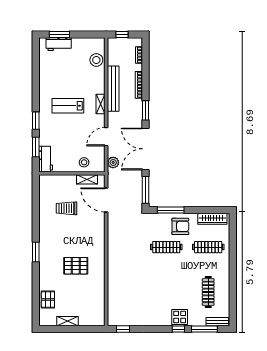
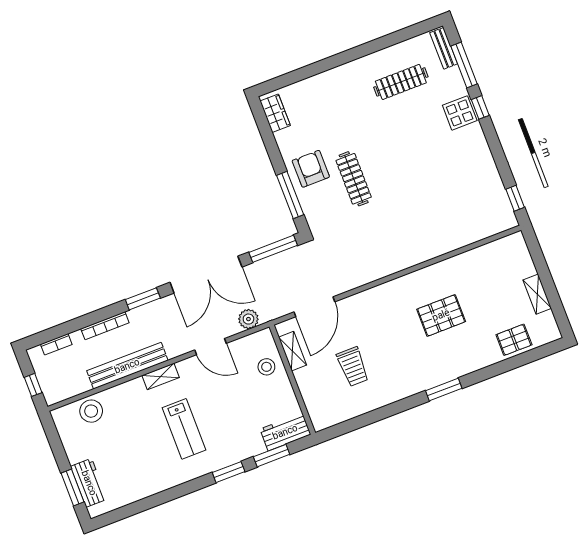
wardrobe: (212, 219) -> (275, 113), width x0.67
clothes rail: (208, 247) -> (327, 110), removed
pallet: (76, 266) -> (441, 315), turned 90

